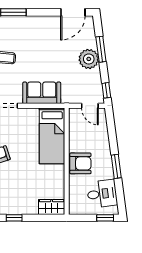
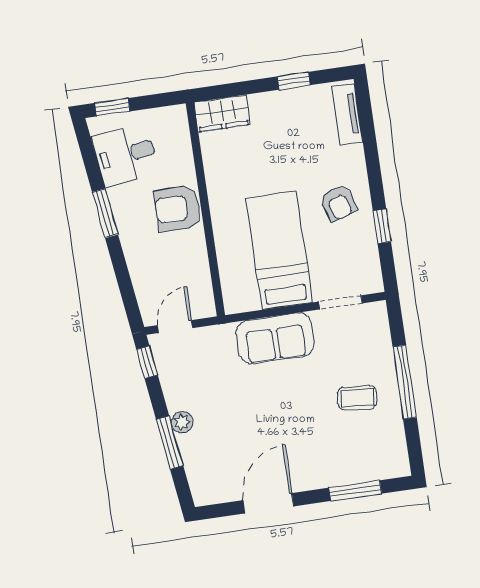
door: (73, 12) -> (269, 503), moved
plant: (89, 59) -> (182, 422), width x0.53, depth x0.53
door: (90, 106) -> (175, 327), hinge flipped
bed: (52, 136) -> (279, 250), moved

